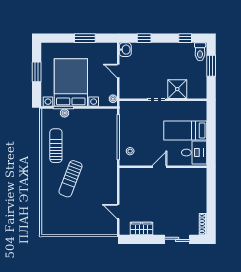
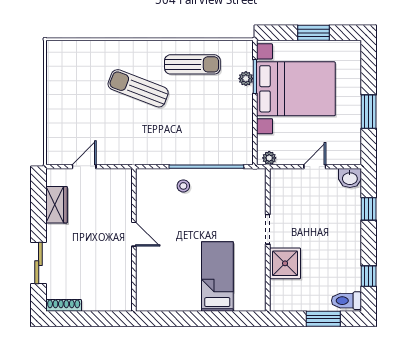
desk: (194, 153) -> (181, 291), removed
door: (160, 167) -> (134, 234), moved
wall: (163, 167) -> (134, 240), moved

